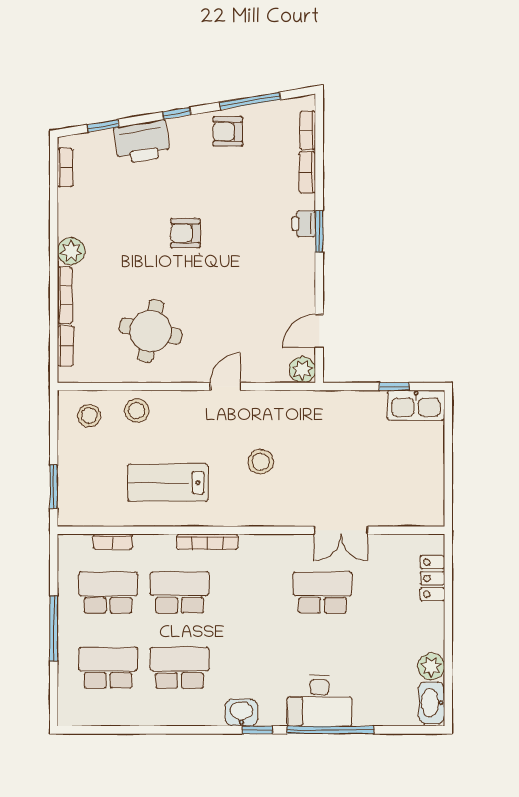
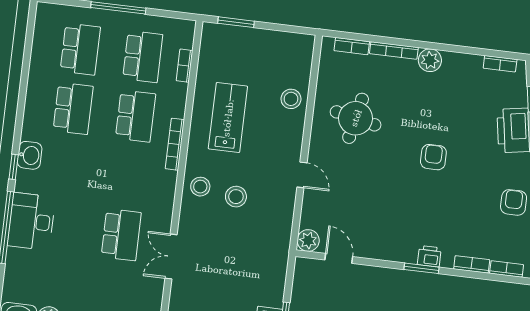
stool: (89, 416) -> (200, 187), moved

